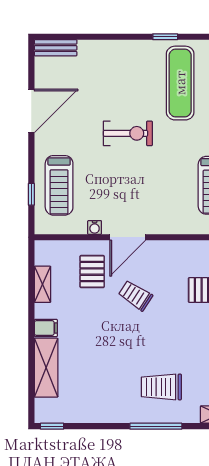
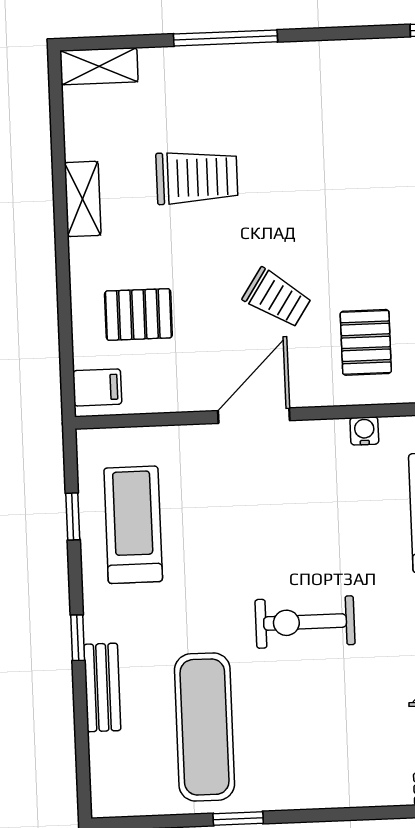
door: (128, 237) -> (254, 416), moved
trolley: (161, 387) -> (197, 177), moved

